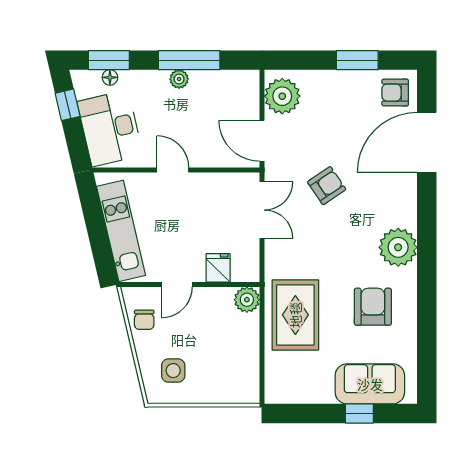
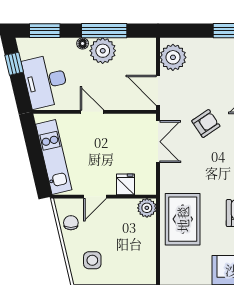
floor lamp: (110, 77) -> (83, 43), moved
plant: (179, 79) -> (103, 51), width x1.87, depth x1.87
chair: (144, 320) -> (71, 223), turned 180

